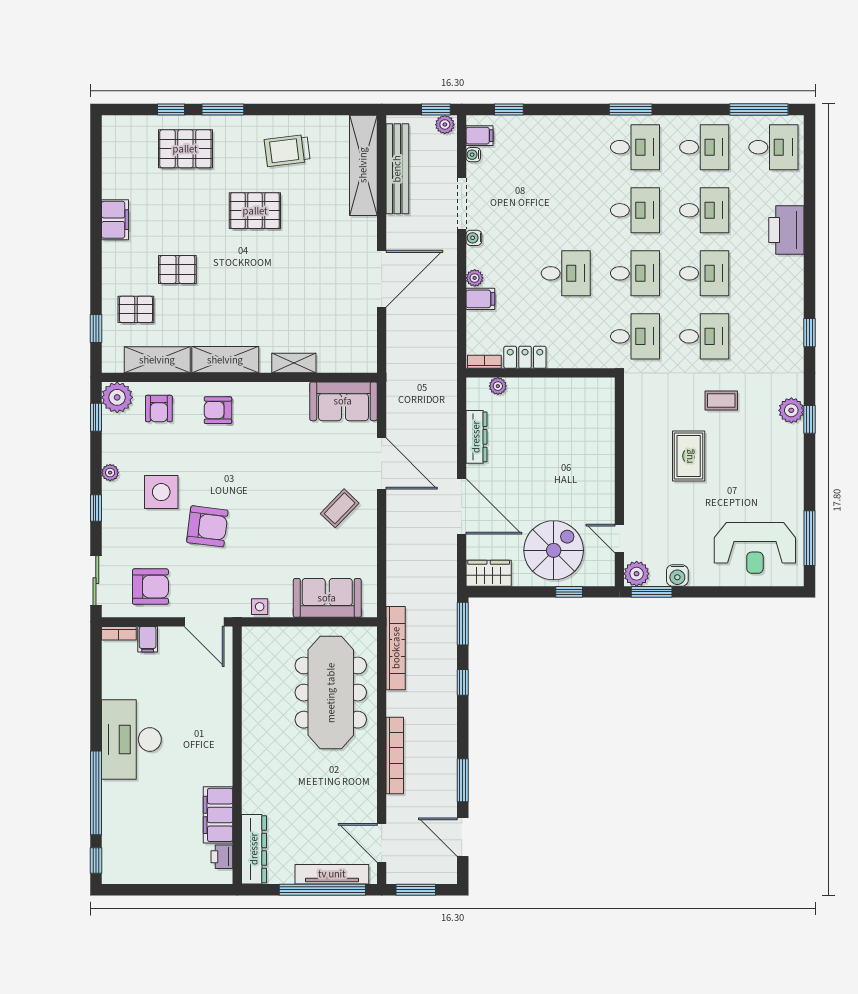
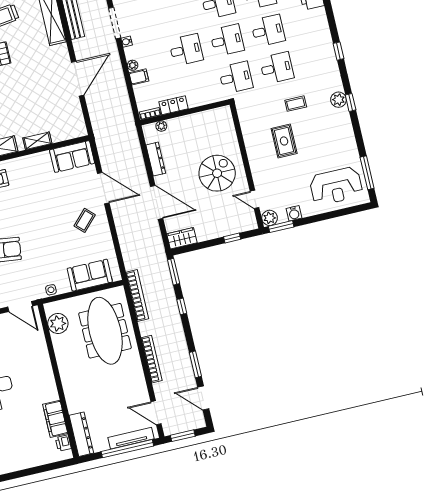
spiral stairs: (554, 550) -> (217, 173), moved
plant: (258, 663) -> (58, 323), added

